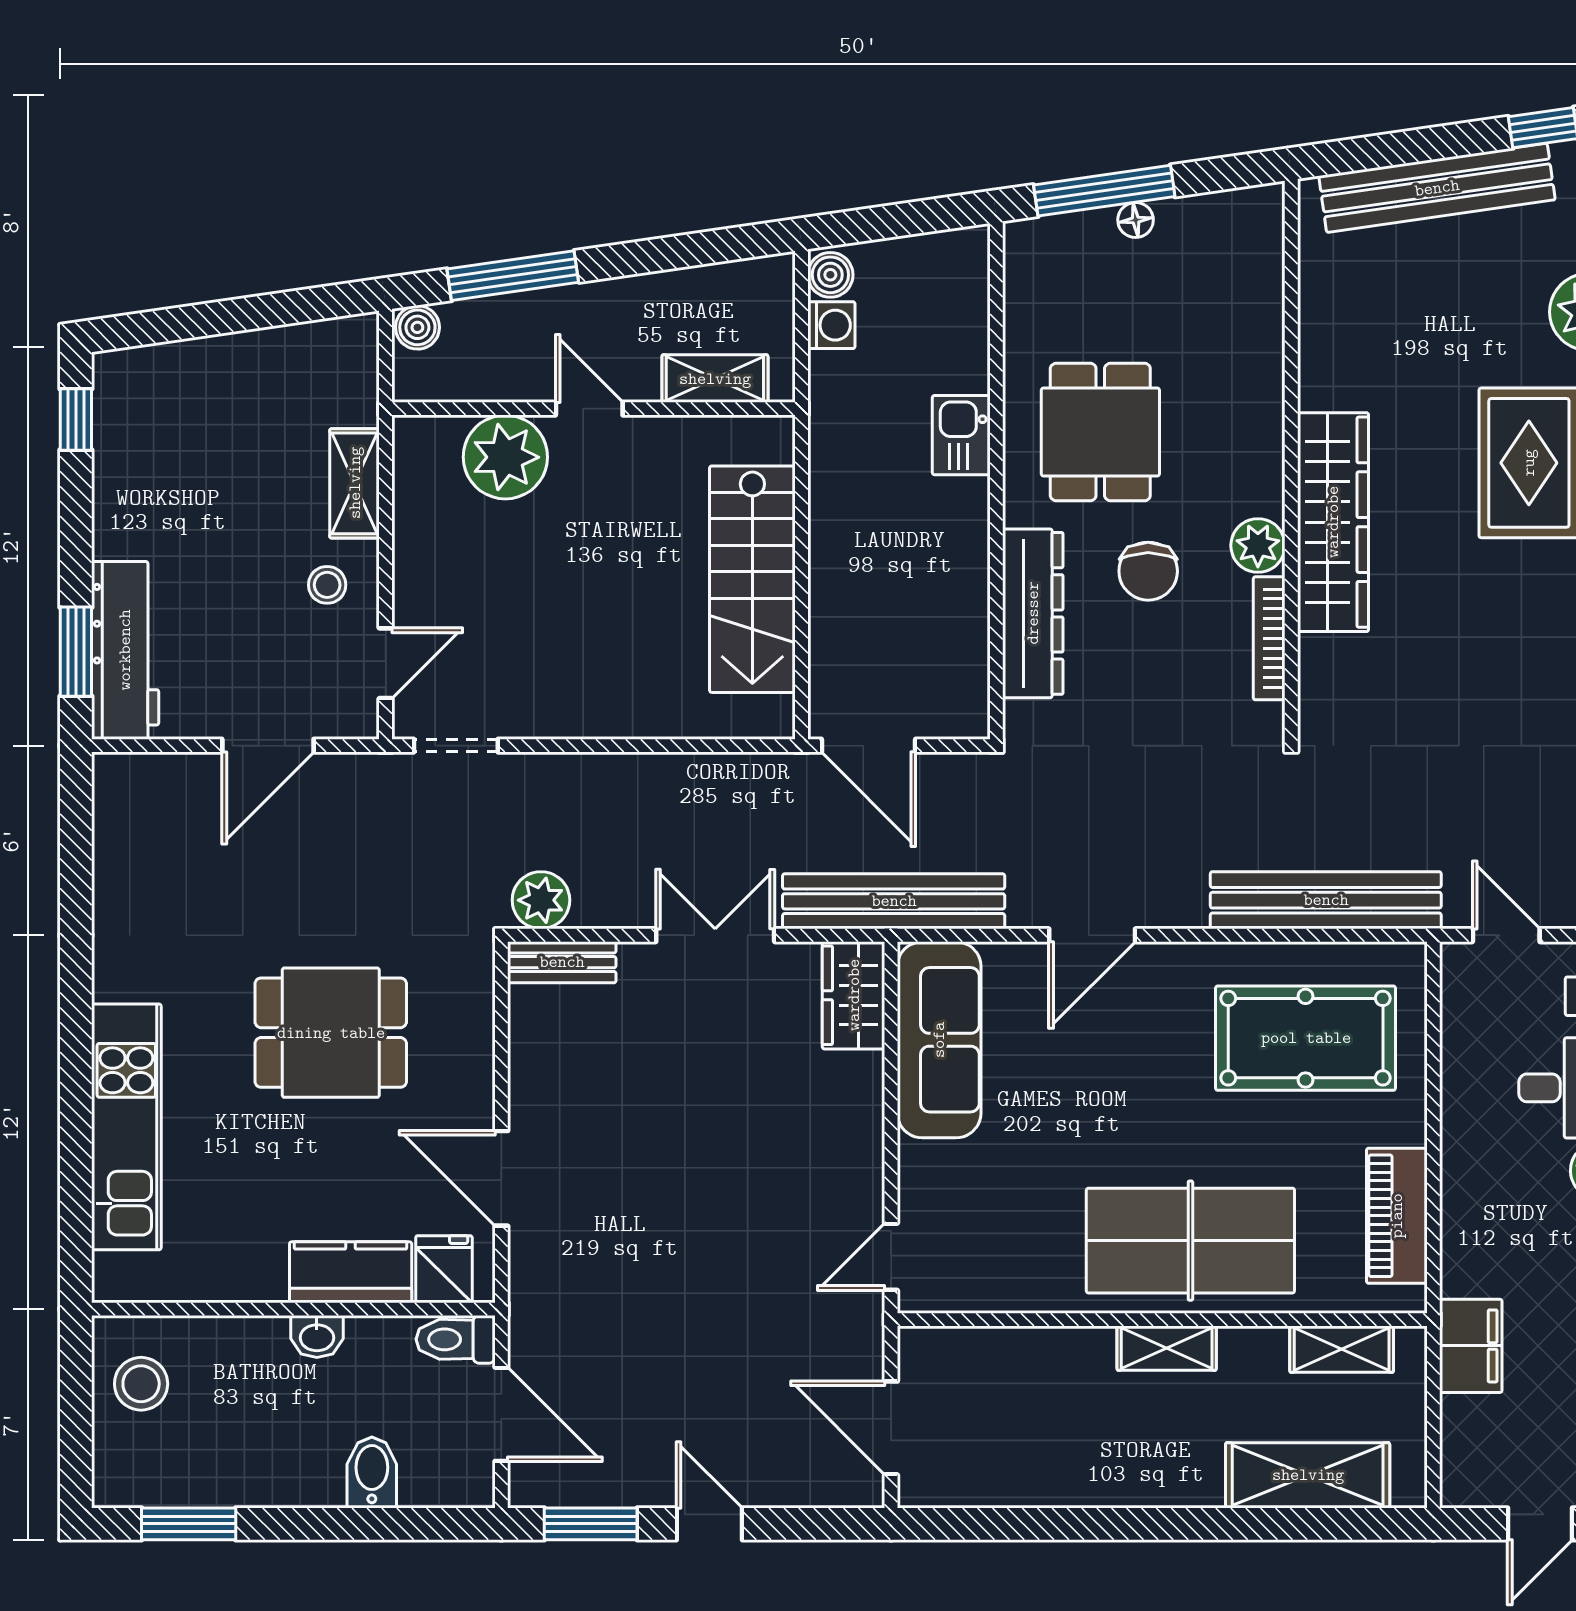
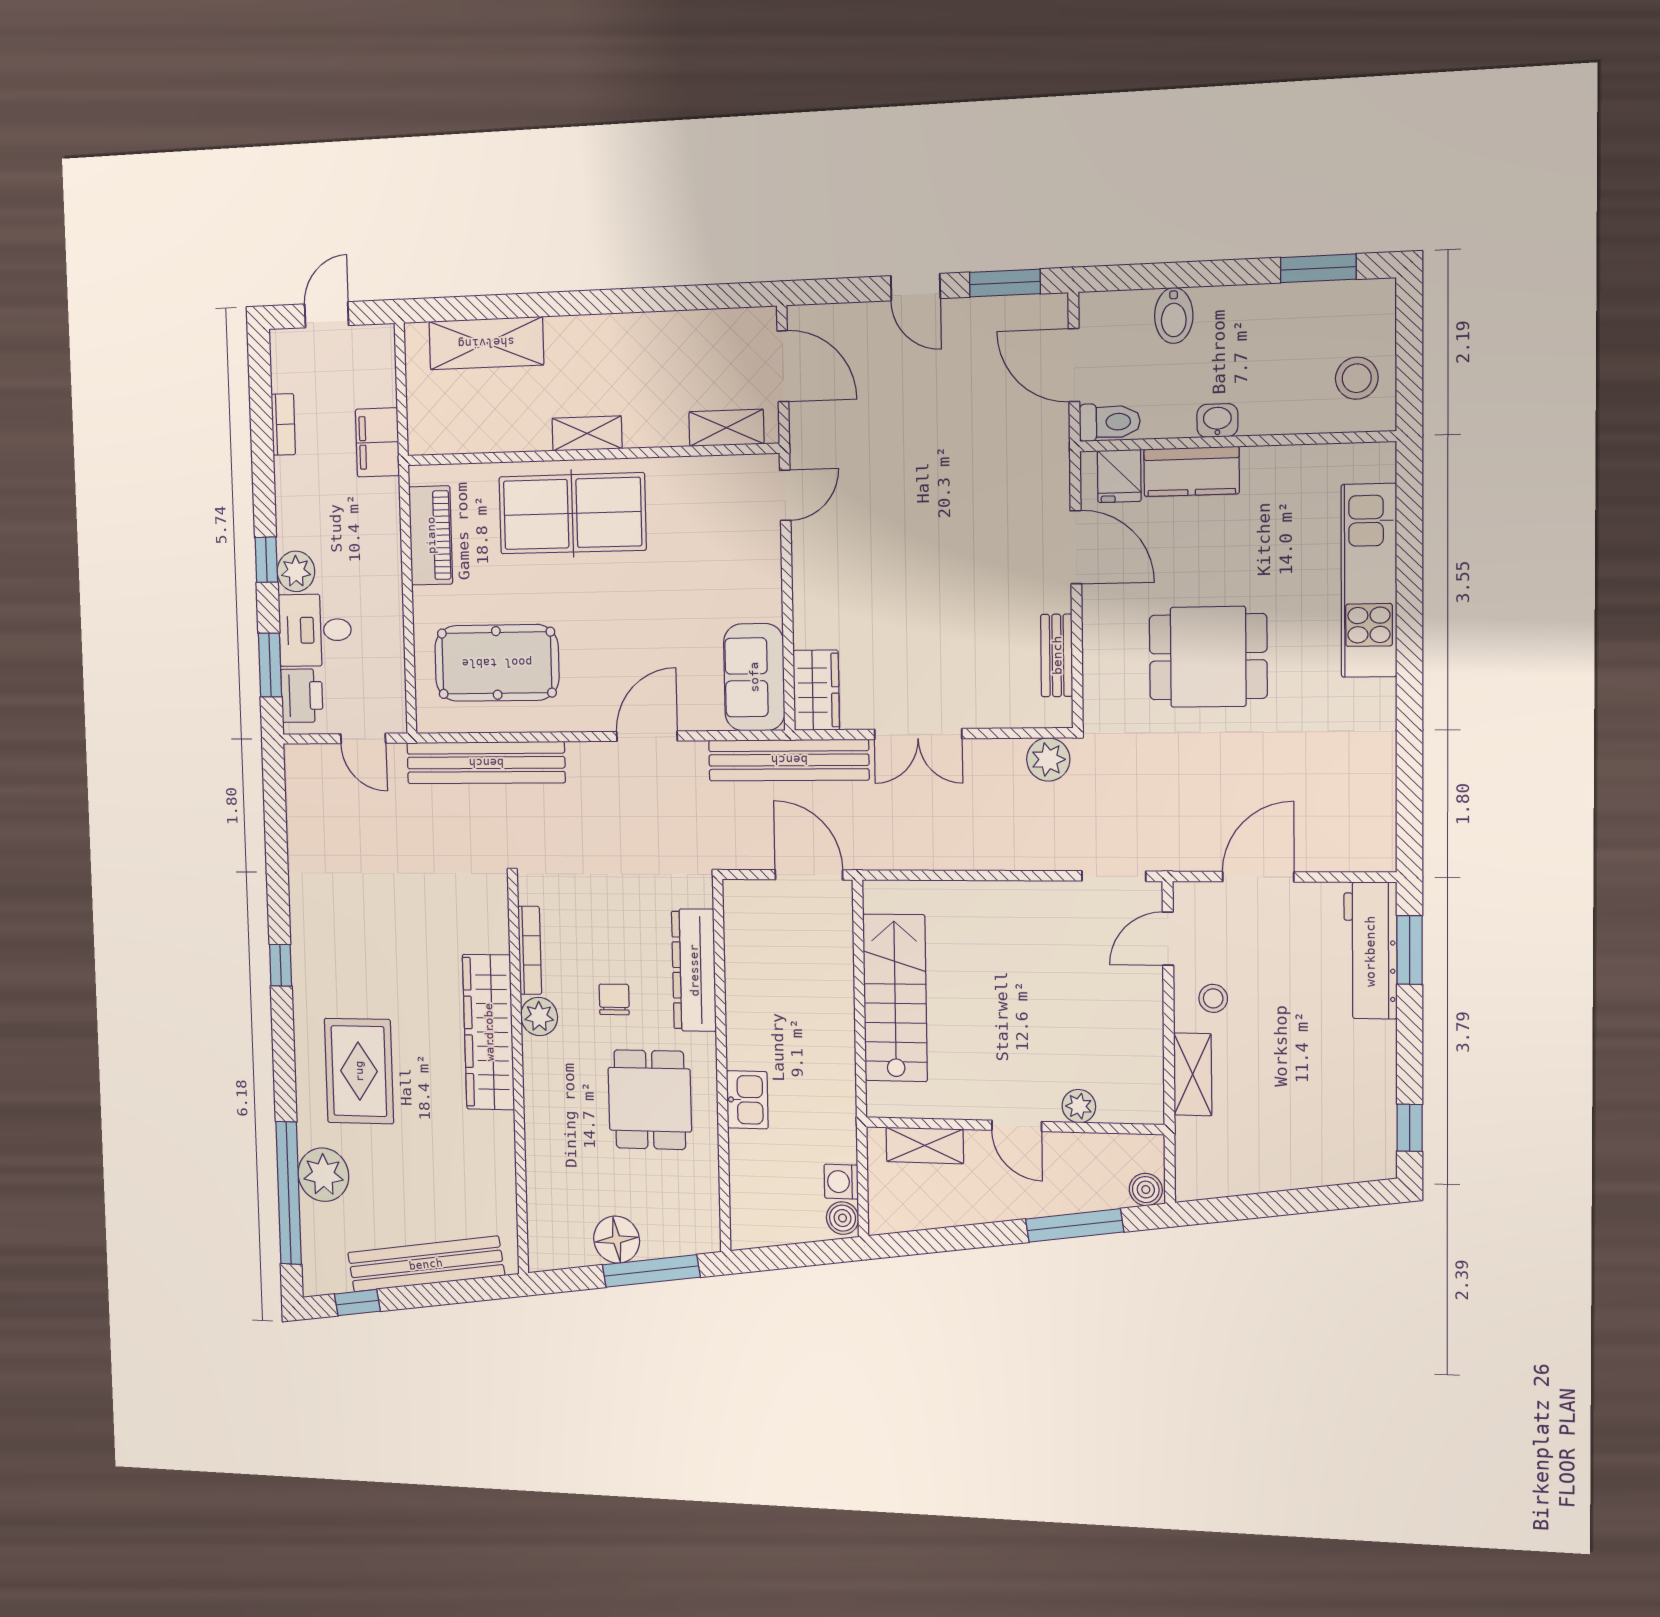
floor lamp: (1136, 220) -> (617, 1240), width x1.89, depth x1.89
plant: (505, 457) -> (1079, 1106), width x0.53, depth x0.53
chair: (1148, 571) -> (614, 999), width x0.73, depth x0.73
bench: (562, 962) -> (1057, 655), moved, turned 90
sofa: (939, 1040) -> (754, 677), width x0.73
shelving: (1342, 1349) -> (726, 428), moved

